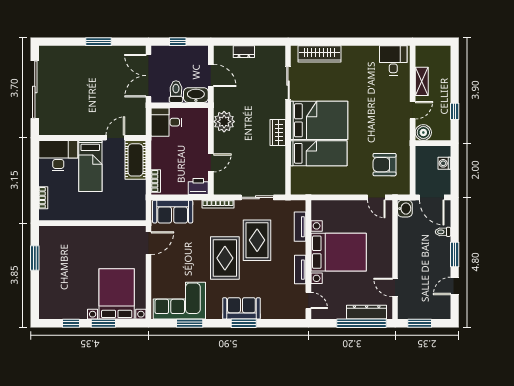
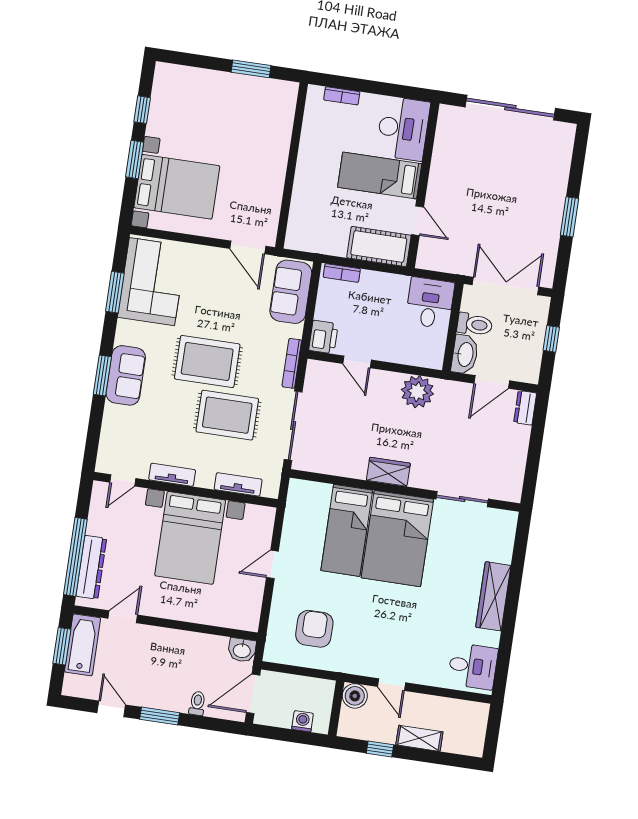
dresser: (244, 52) -> (525, 408), moved
wardrobe: (319, 54) -> (493, 596), moved
shelving: (422, 81) -> (419, 738), moved
sliding door: (257, 197) -> (293, 426), width x1.37
door: (376, 197) -> (272, 564), moved
bathtub: (417, 310) -> (83, 645), added

